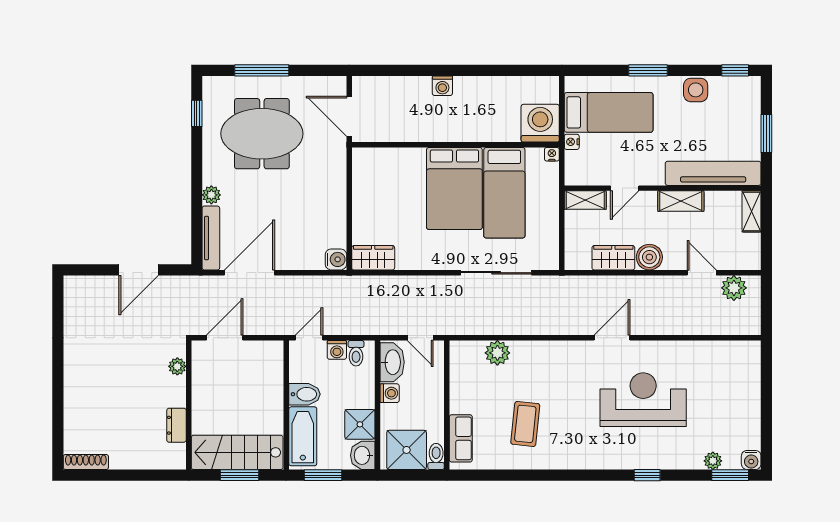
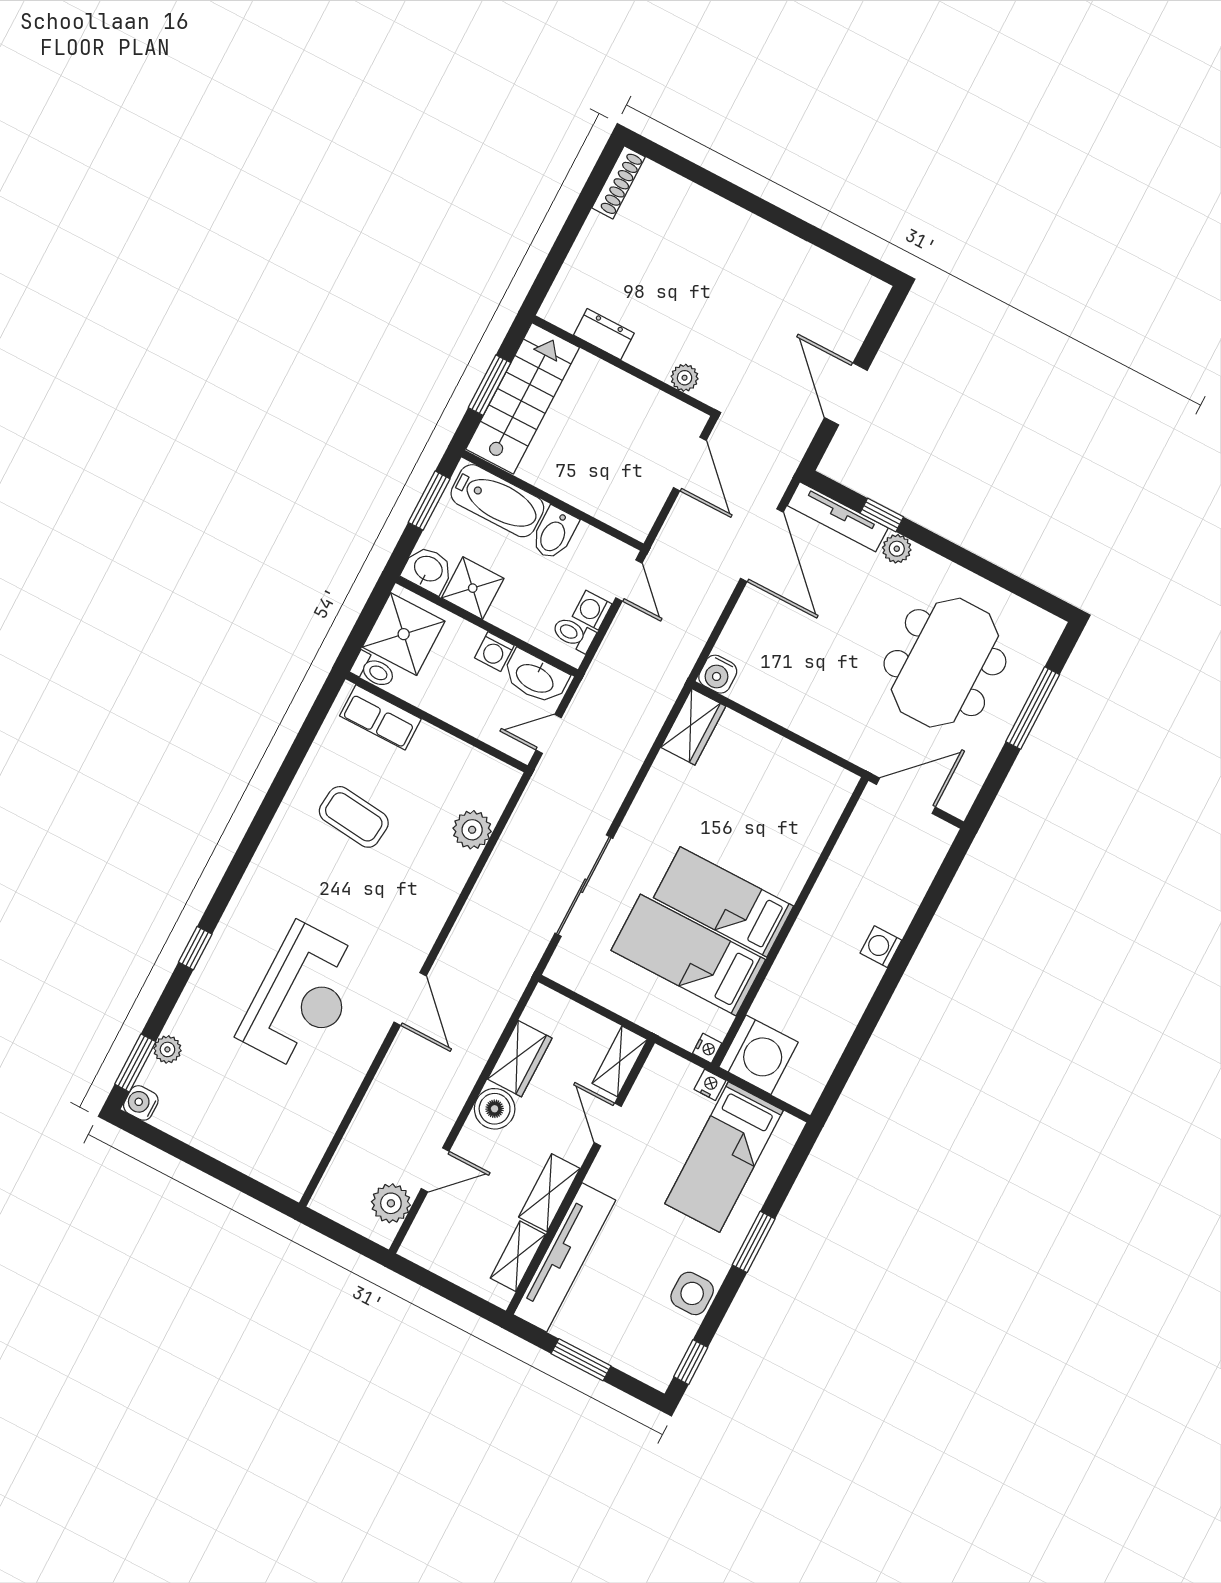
window: (197, 113) -> (882, 515), moved
bed: (454, 188) -> (724, 902), width x0.67
shelving: (752, 211) -> (518, 1256), moved, turned 90

